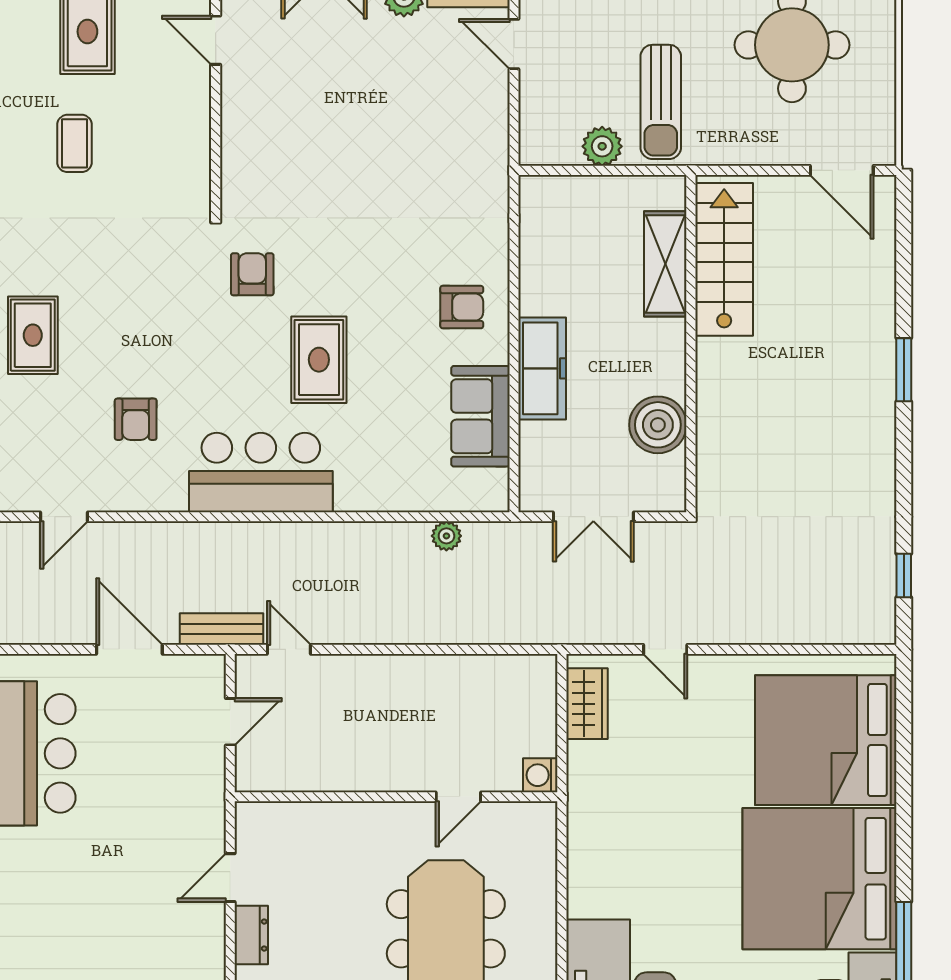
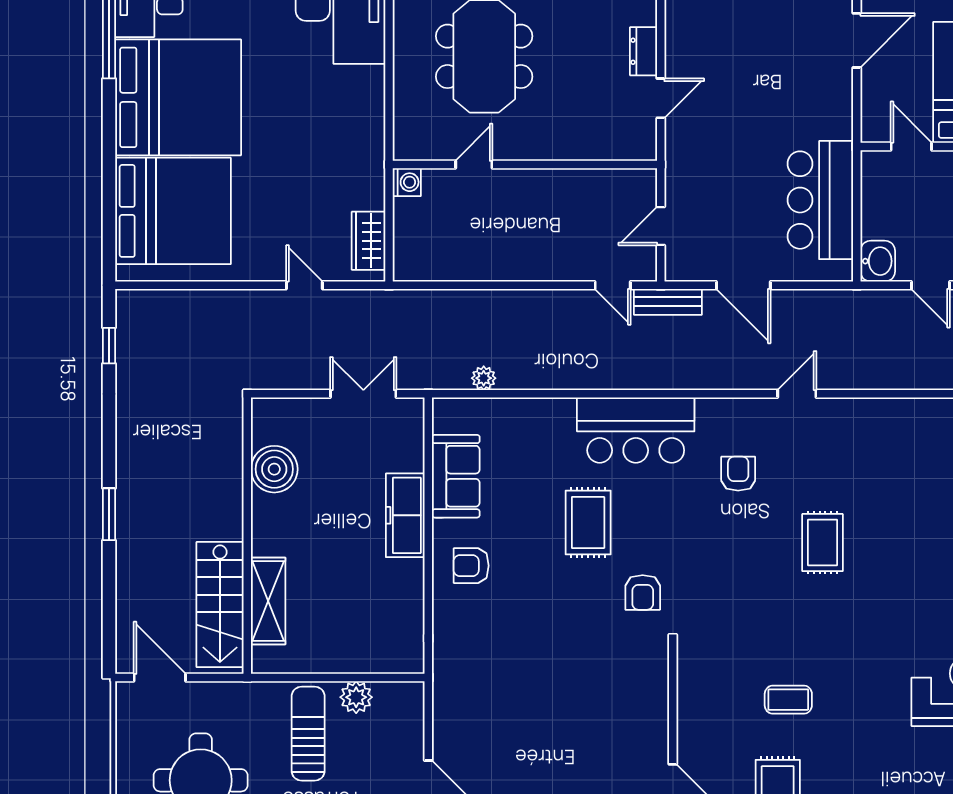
coffee table: (75, 143) -> (788, 700), turned 90
stairs: (724, 259) -> (220, 605), moved
shelving: (665, 264) -> (268, 601), moved
wall: (691, 344) -> (247, 536), moved
boiler: (658, 425) -> (274, 469), moved

